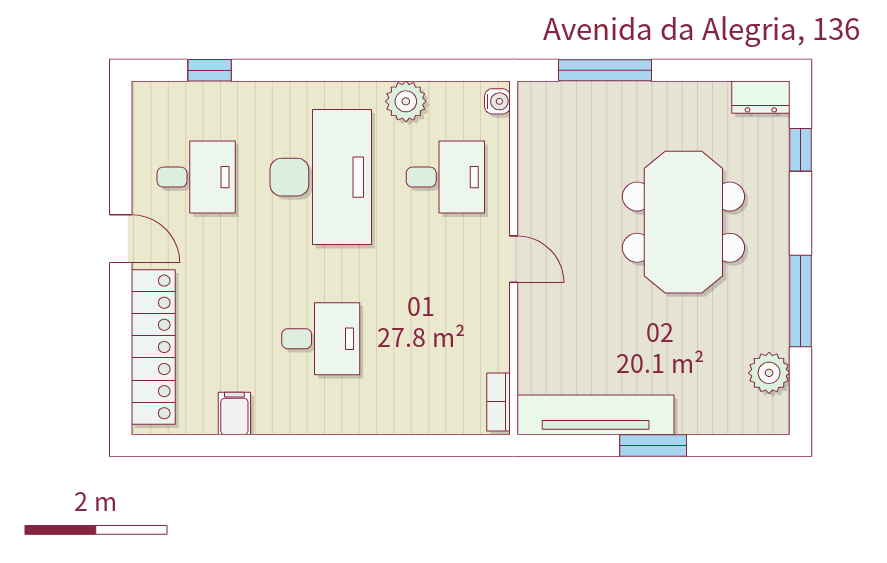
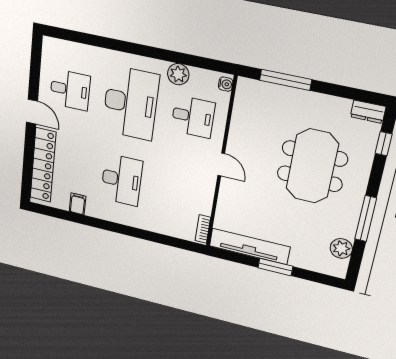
window: (210, 70) -> (81, 38), removed
desk: (321, 339) -> (122, 180), width x1.37

